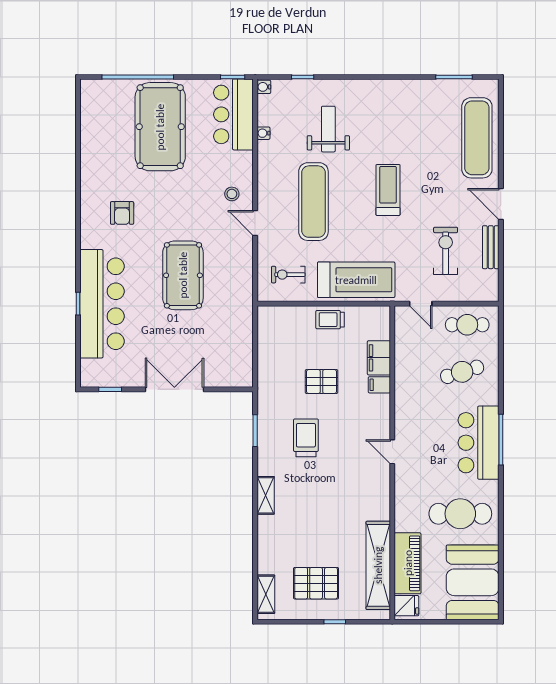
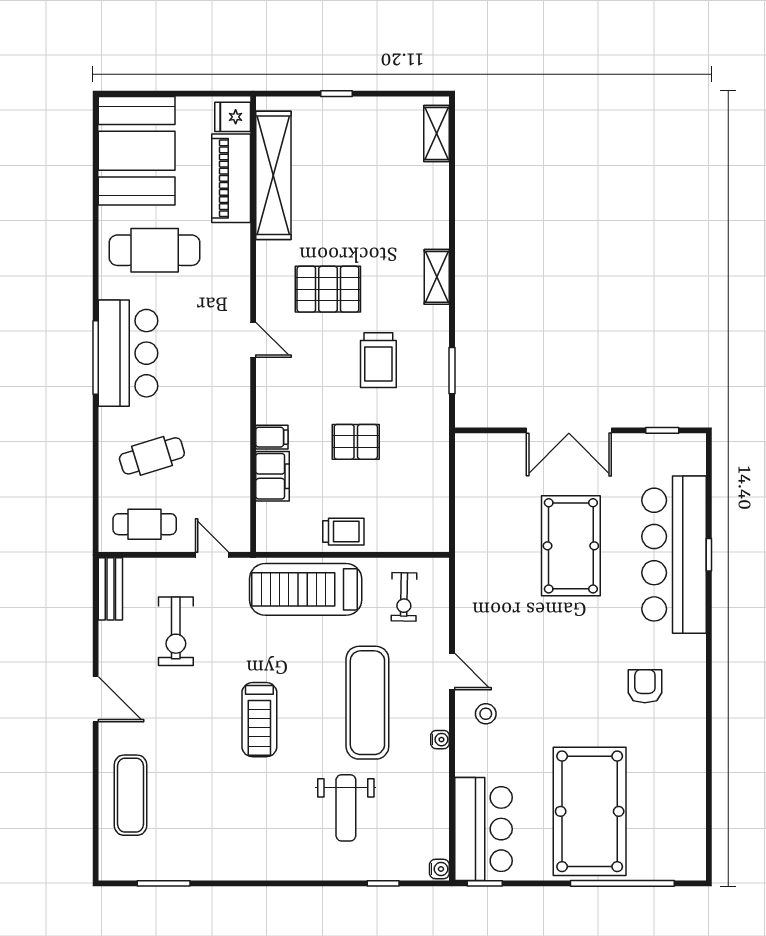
water cooler: (263, 133) -> (440, 740), moved
exercise mat: (477, 138) -> (130, 795), width x0.73, depth x0.69
bench: (491, 247) -> (110, 589), moved
pool table: (183, 275) -> (571, 546), moved
exercise bike: (288, 275) -> (404, 597), turned 91
pallet: (316, 583) -> (328, 289), moved

